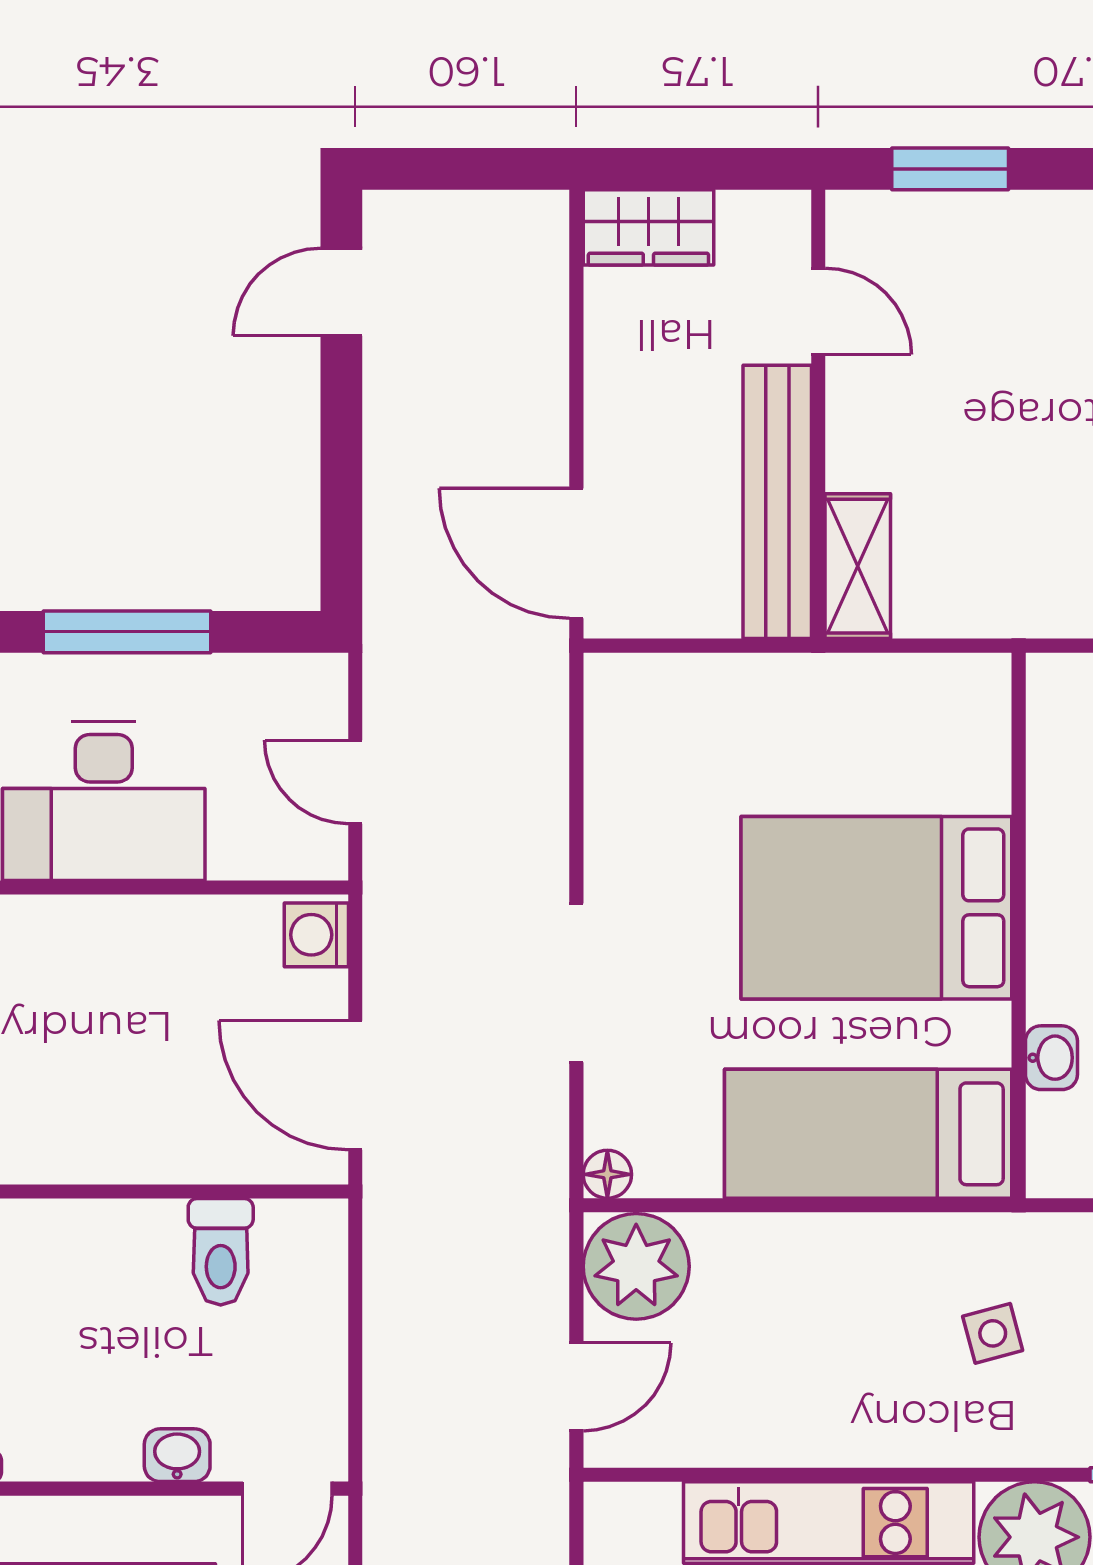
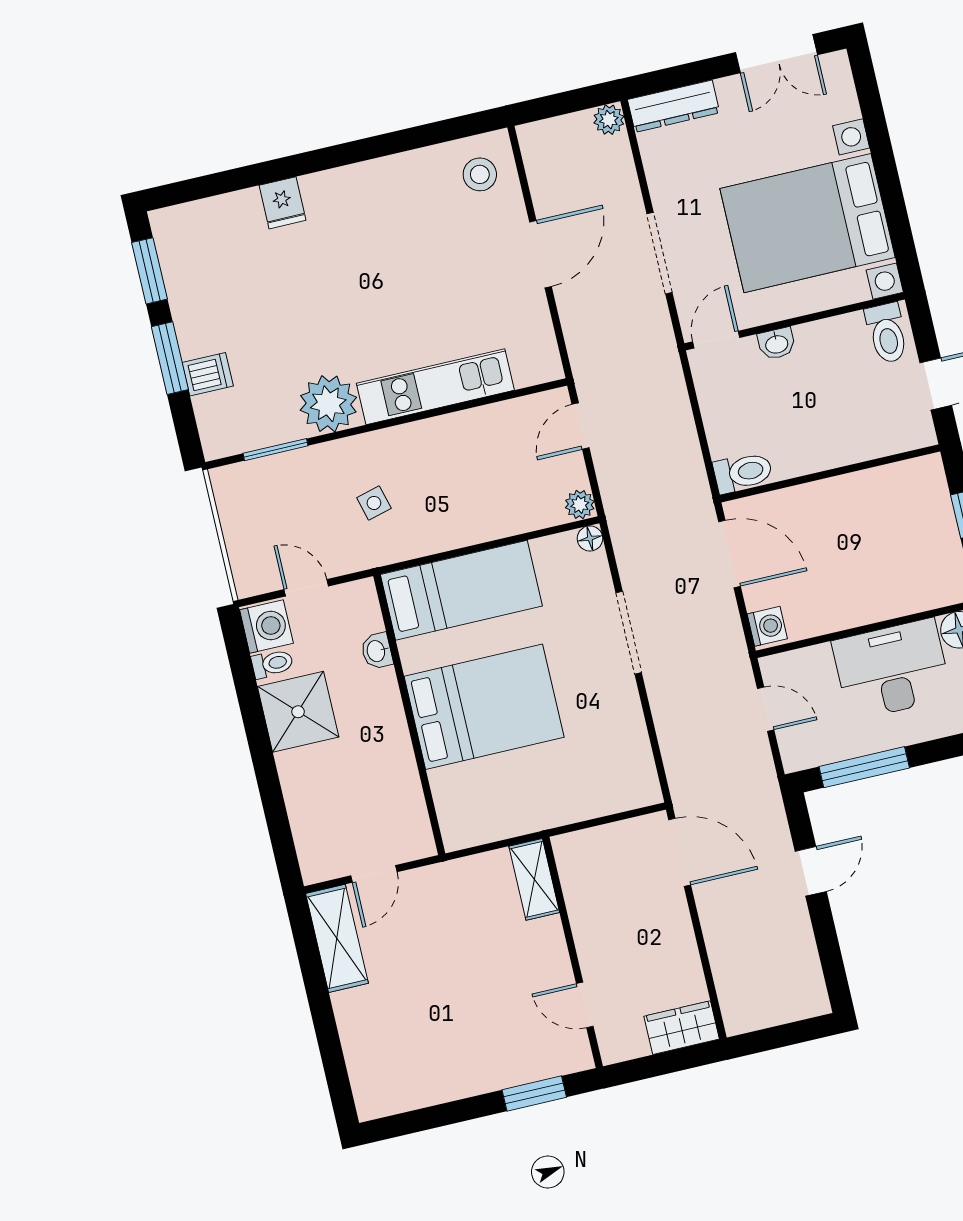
door: (341, 292) -> (811, 871), moved
bench: (777, 502) -> (583, 903), removed
window: (127, 632) -> (864, 767), moved
toilet: (221, 1252) -> (743, 472), moved, turned 90
plant: (636, 1266) -> (580, 505), width x0.53, depth x0.53

